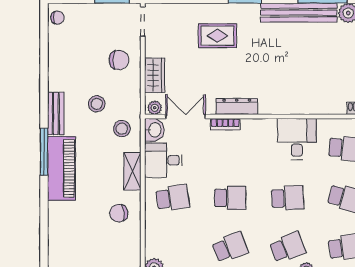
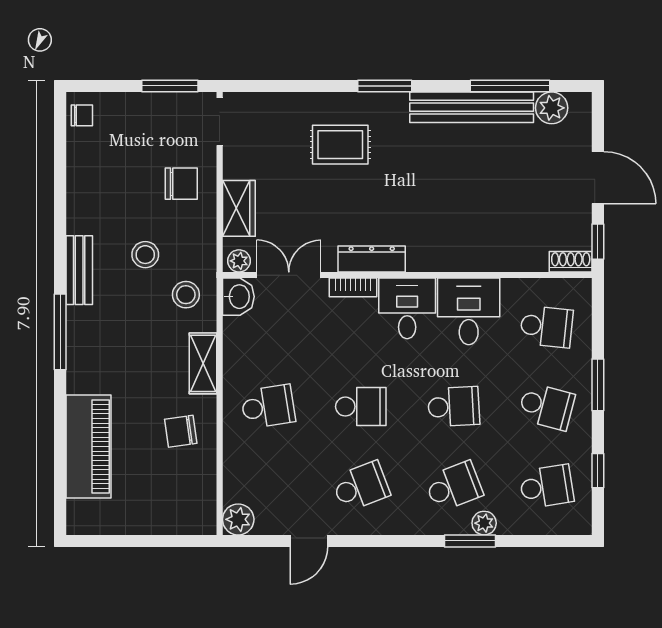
desk: (163, 160) -> (407, 308), moved, turned 90
piano: (62, 168) -> (88, 447), moved

